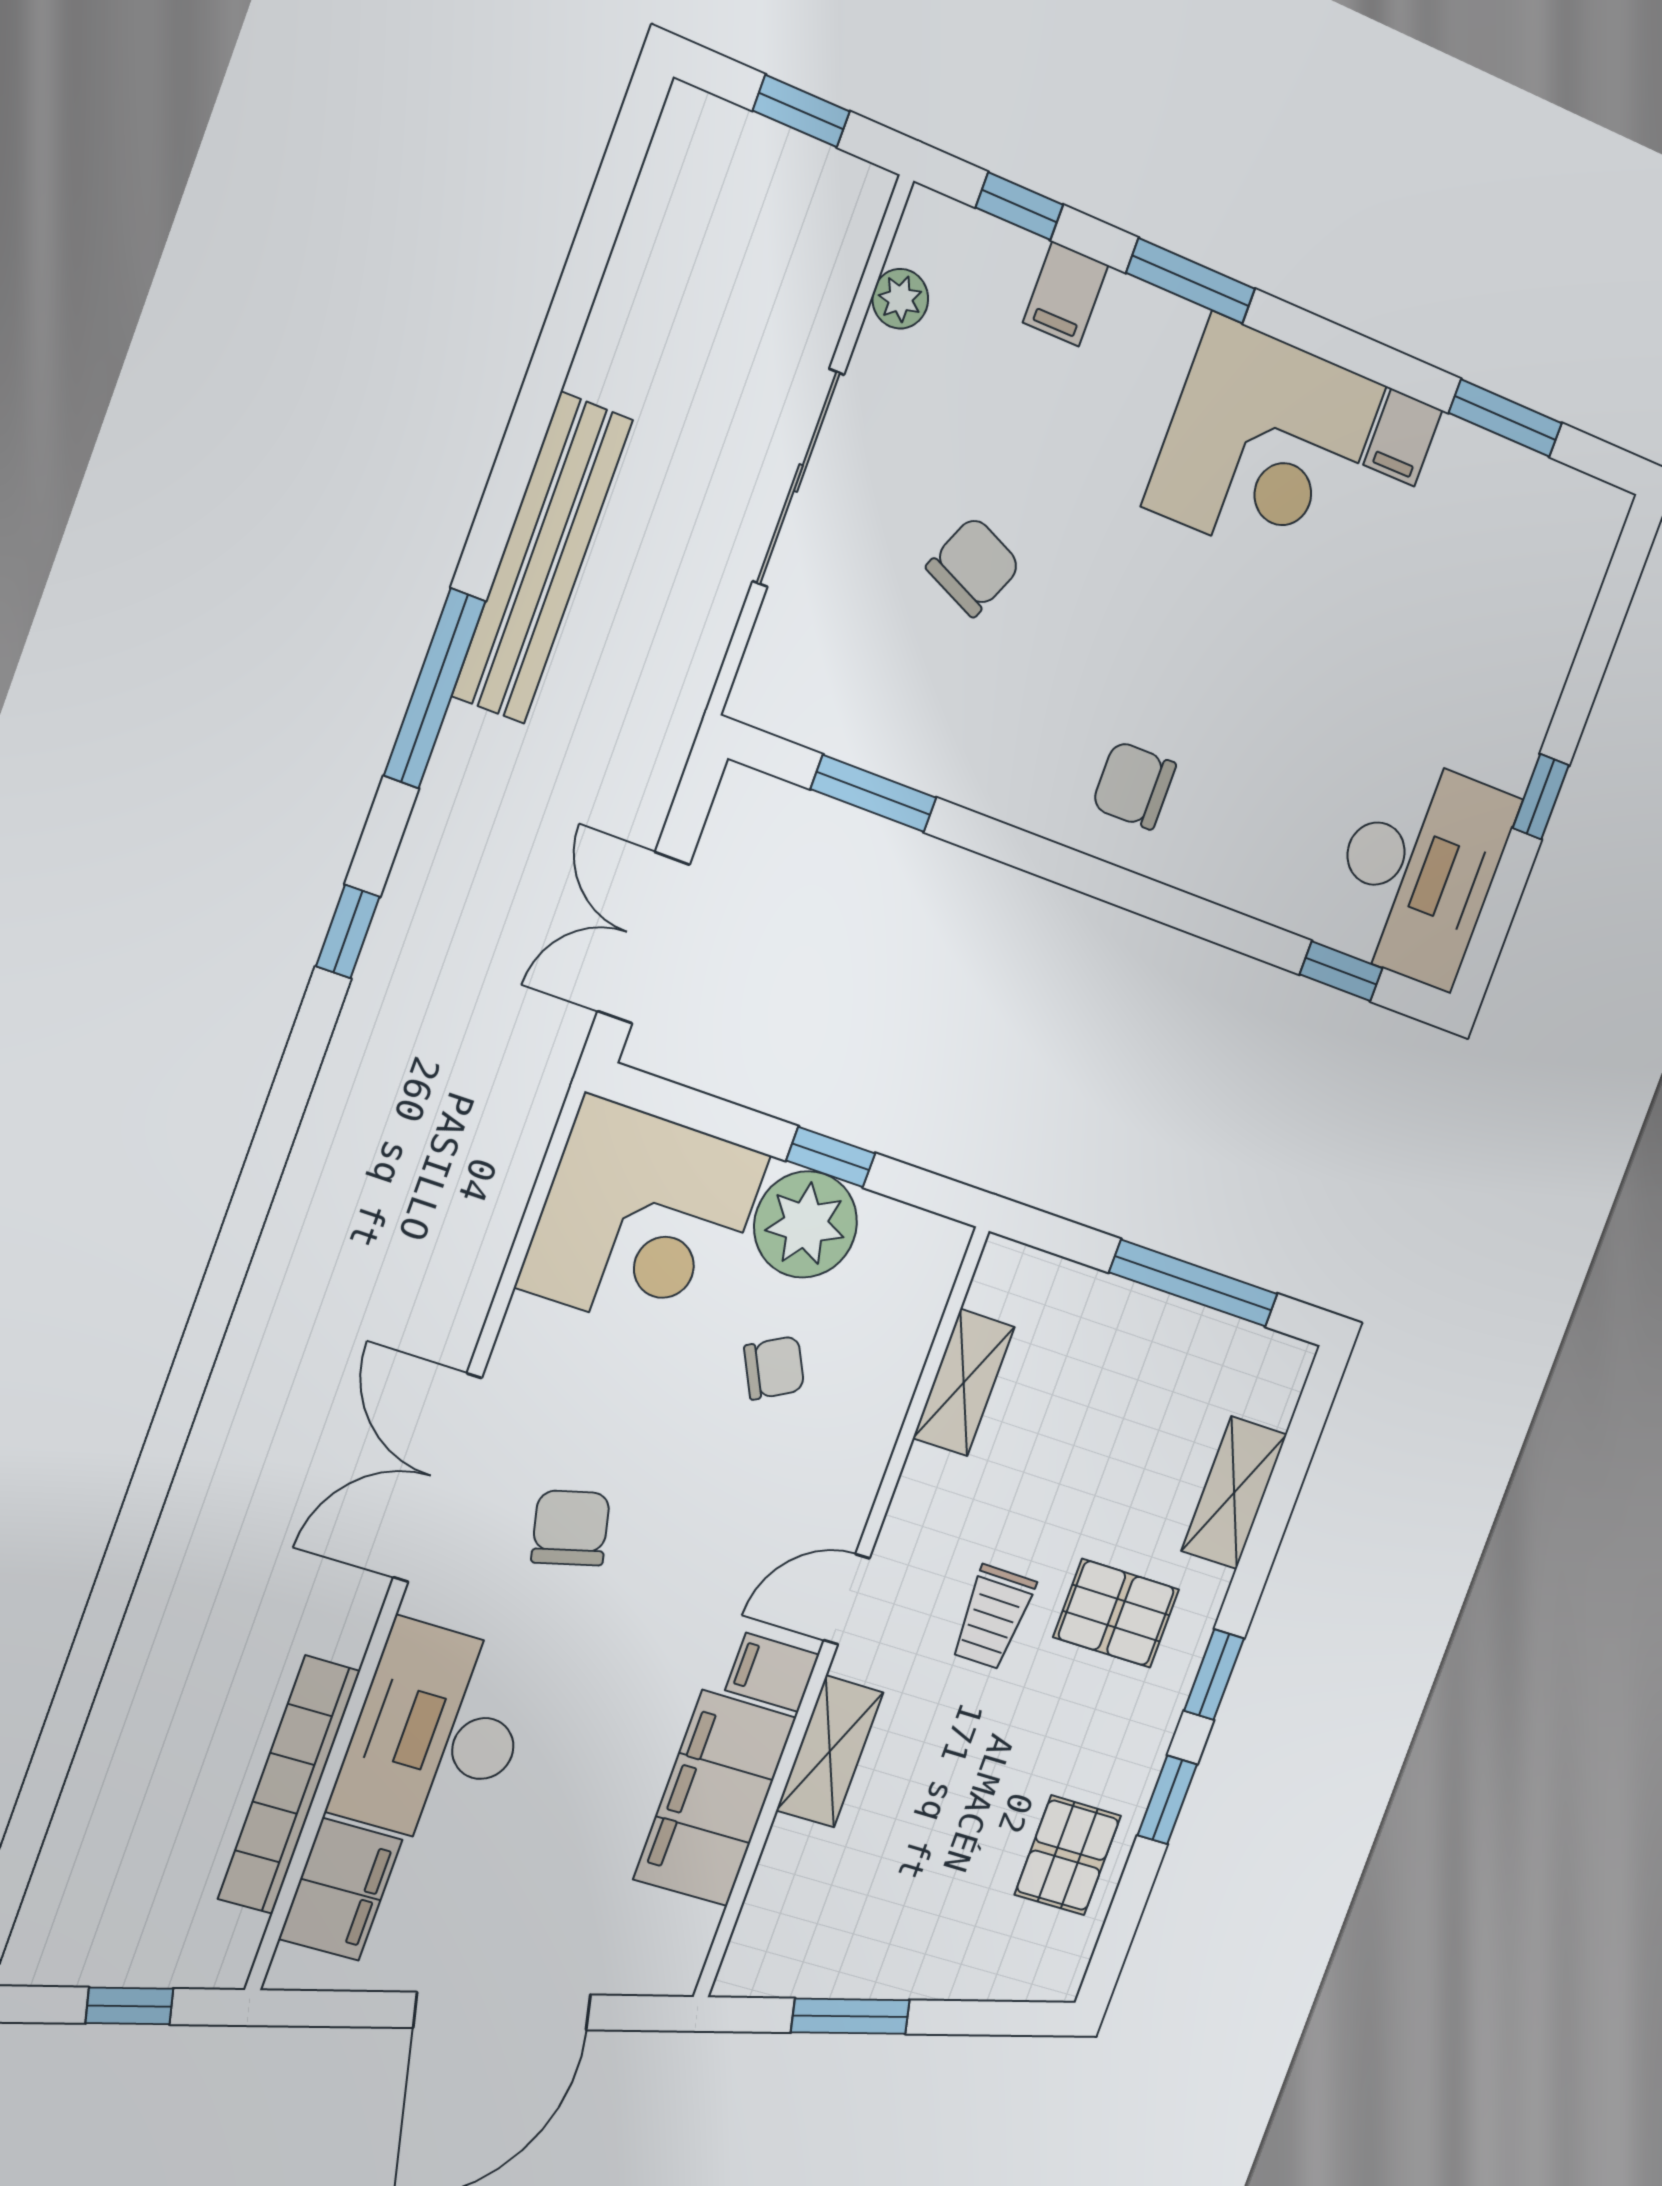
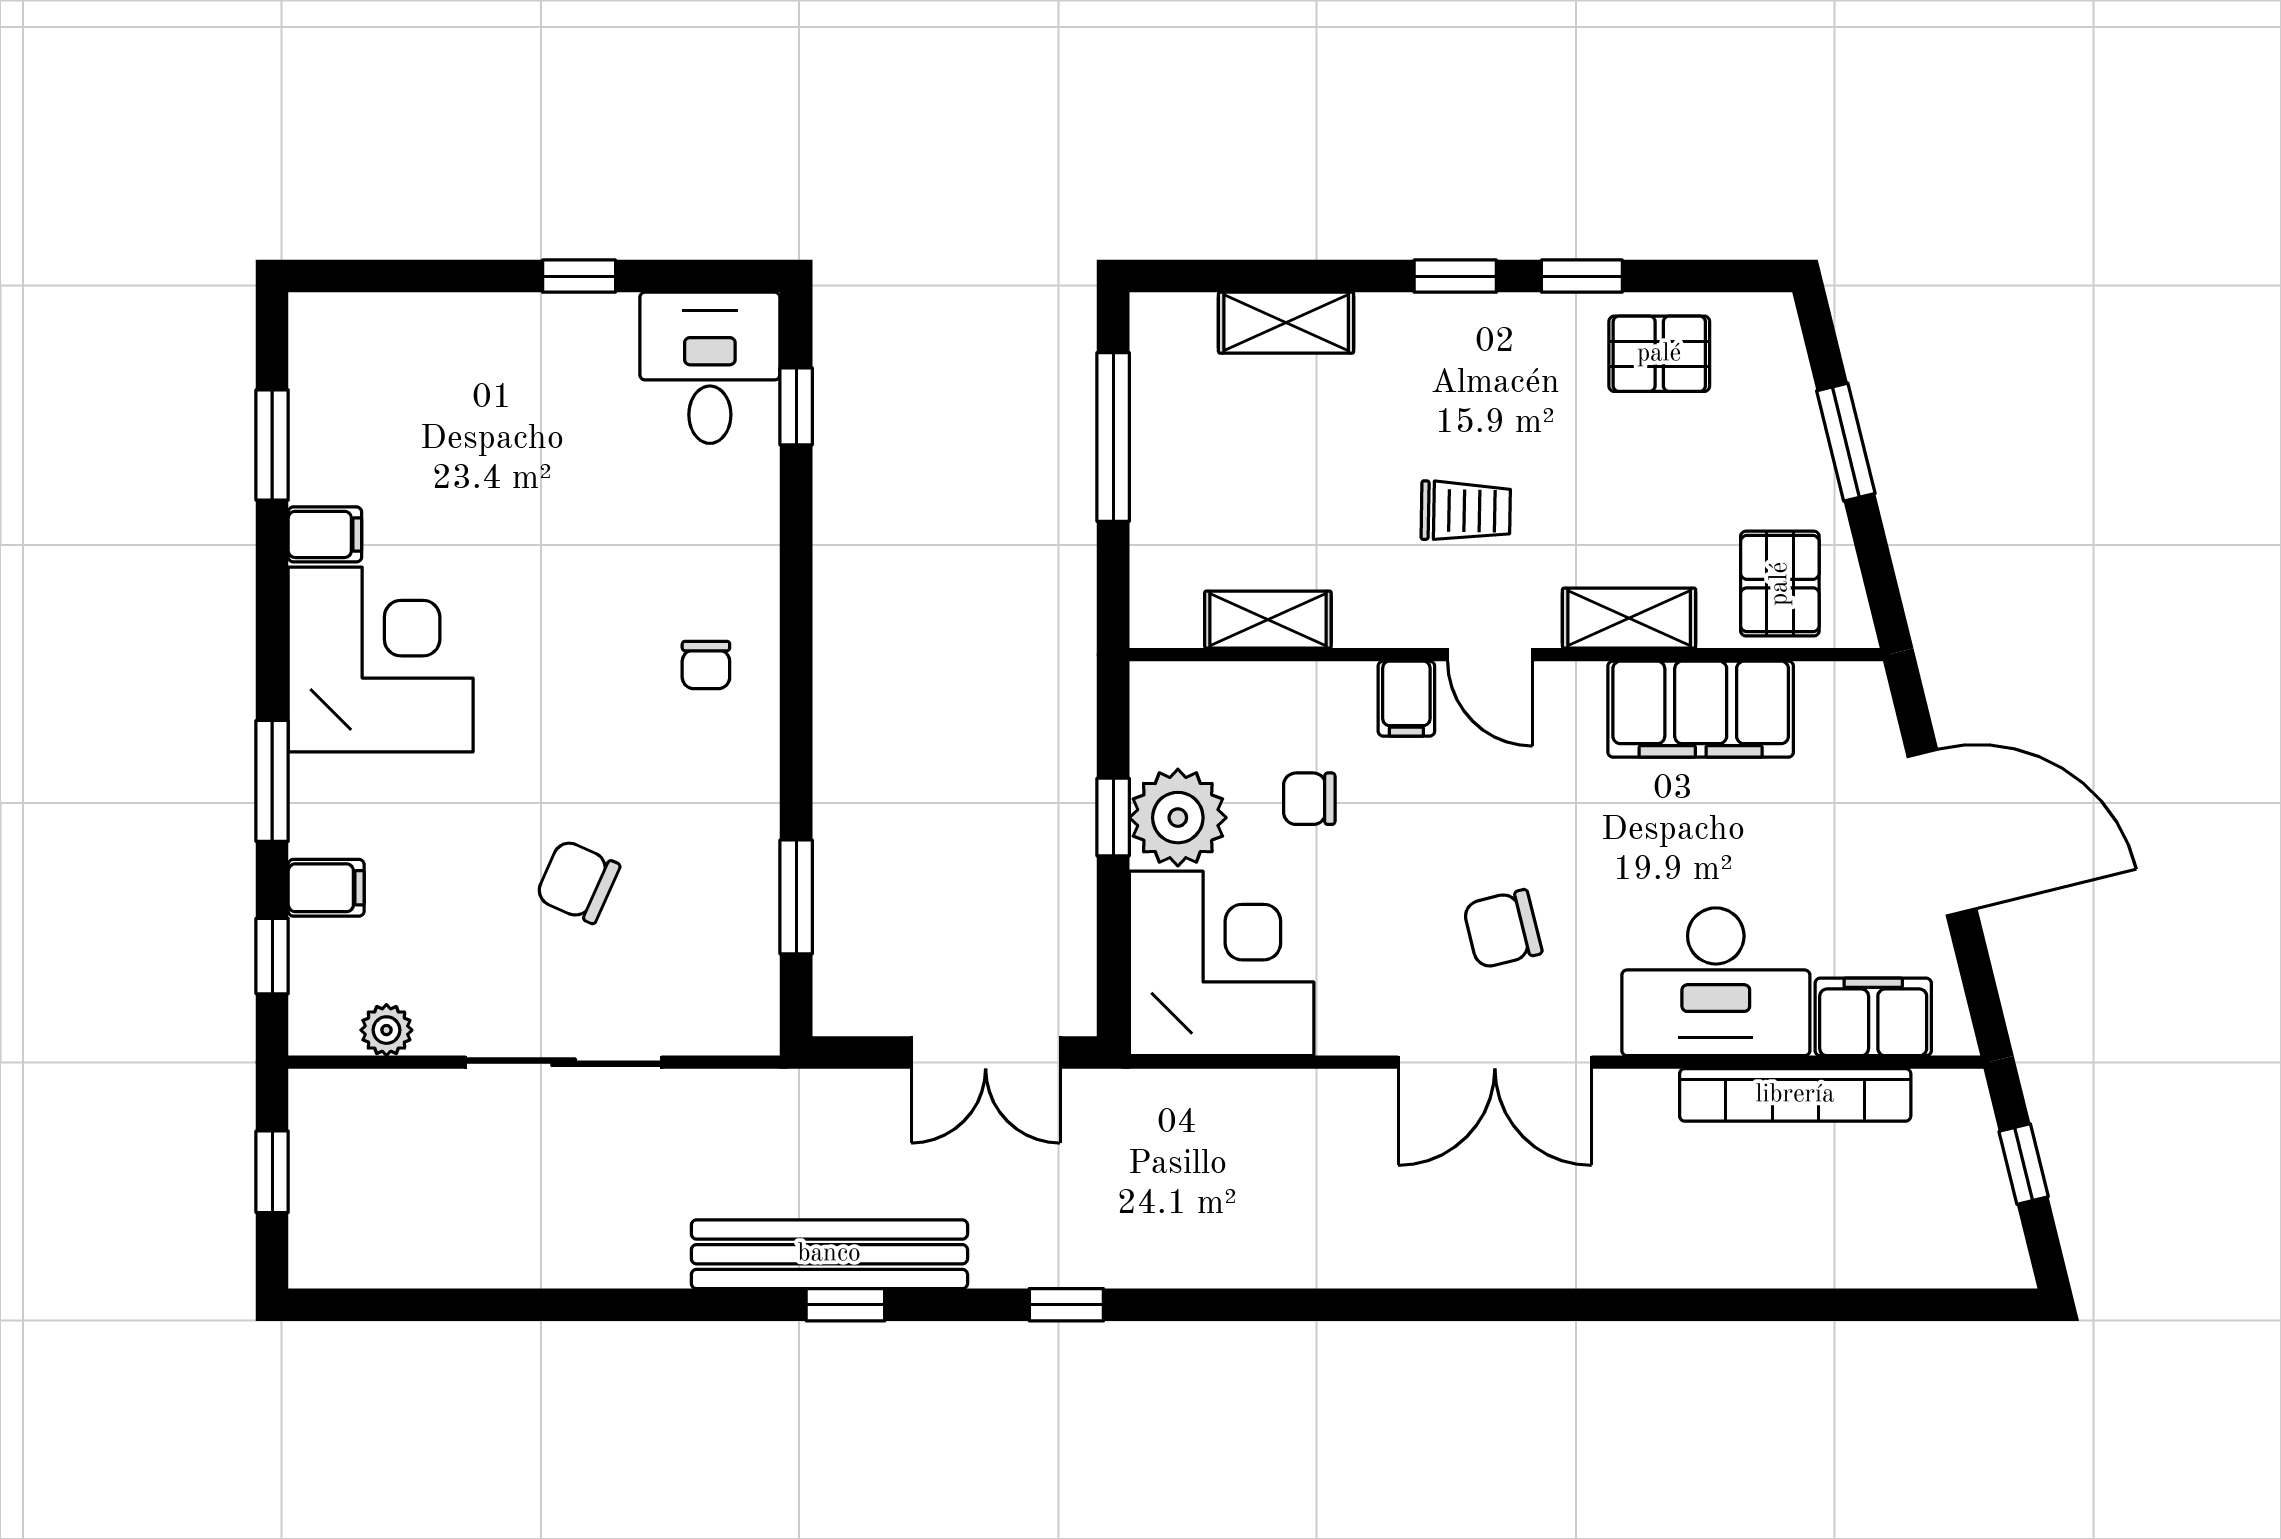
bench: (542, 558) -> (829, 1254), moved
window: (435, 688) -> (845, 1305), width x0.46
chair: (1134, 785) -> (706, 665), width x0.73, depth x0.73
desk: (1419, 870) -> (710, 368), width x0.73
chair: (774, 1368) -> (1309, 799), turned -62
pallet: (1116, 1613) -> (1780, 584), moved
filing cabinet: (772, 1672) -> (1406, 699), moved
window: (850, 2016) -> (1846, 442), moved

